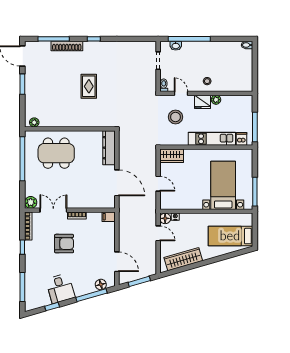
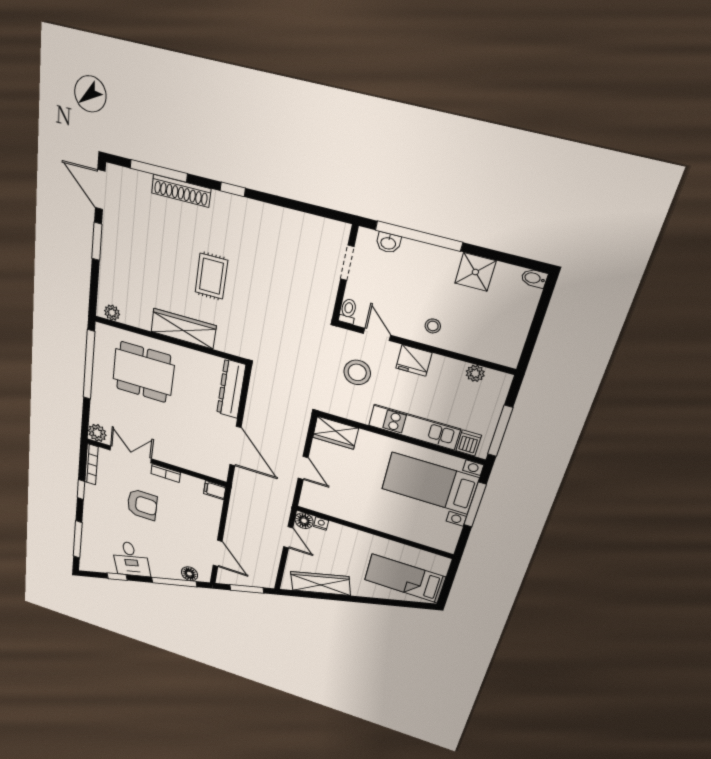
shower: (220, 49) -> (475, 272), added
plant: (216, 100) -> (475, 373), moved
wardrobe: (77, 120) -> (183, 329), added
bed with nightstands: (223, 185) -> (430, 483), moved, turned -90
window: (255, 192) -> (475, 505), moved

